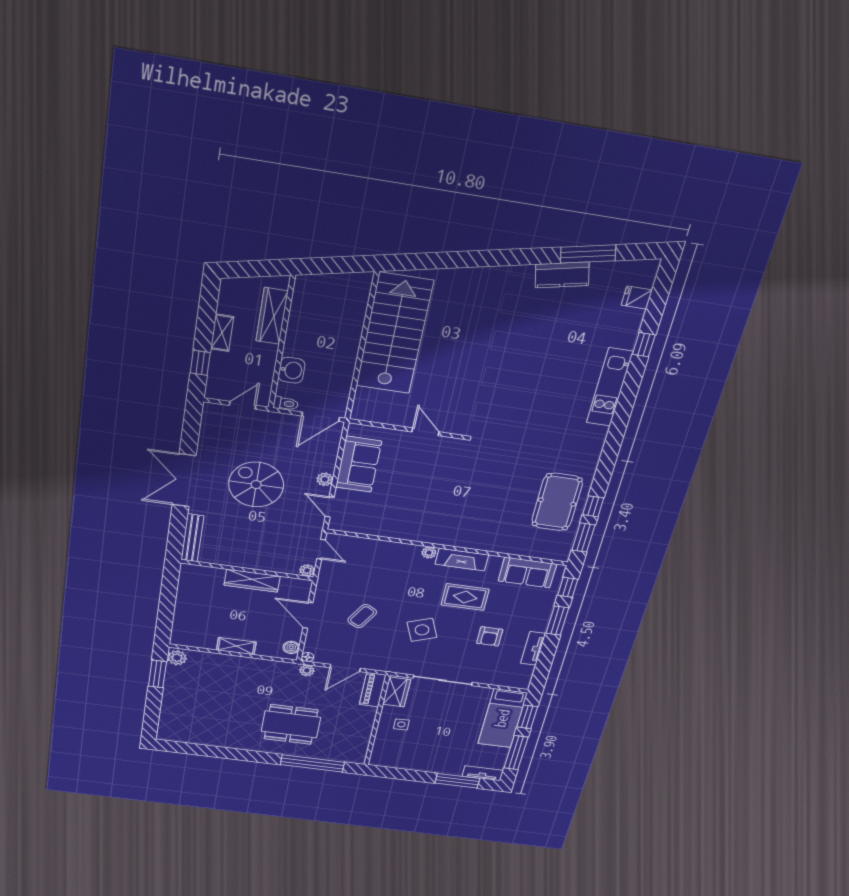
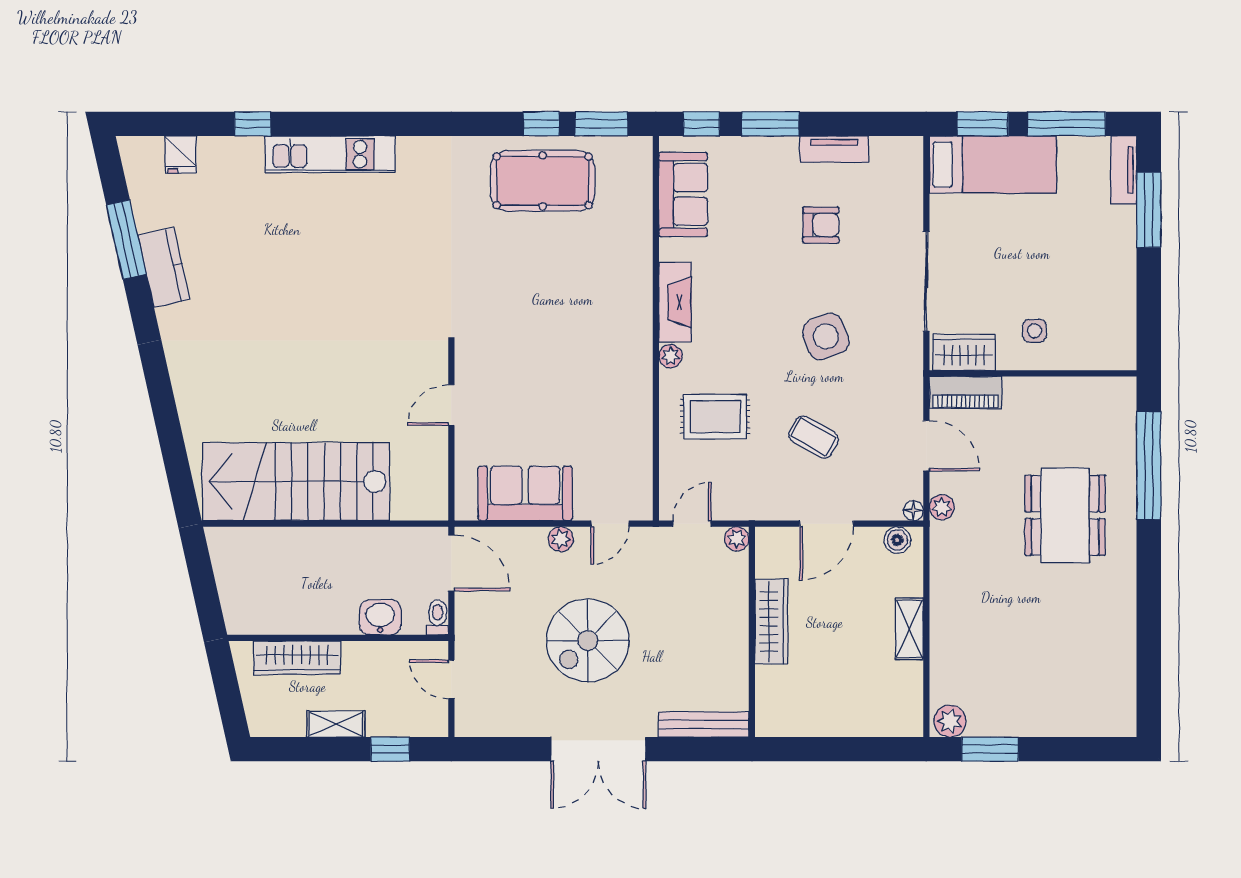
rug: (465, 597) -> (715, 417), moved, turned 90

